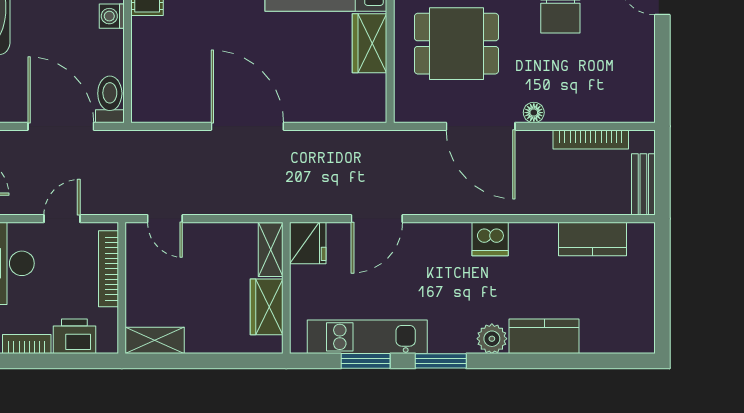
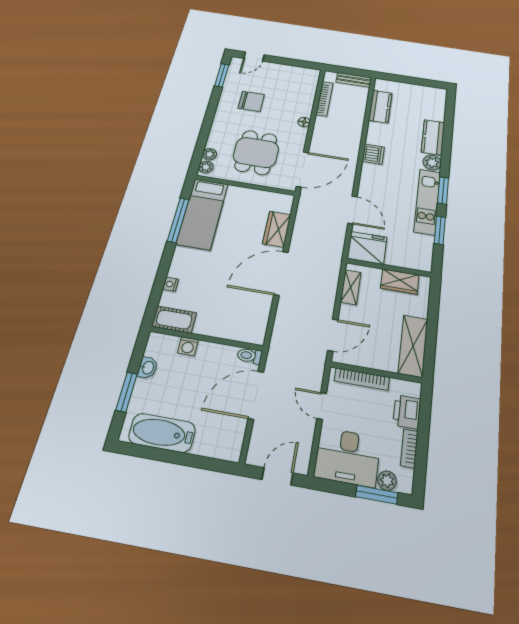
wardrobe: (370, 43) -> (277, 229), moved, turned 90
toilet: (110, 99) -> (250, 356), width x0.73, depth x0.72
door: (481, 126) -> (302, 169), moved
door: (165, 219) -> (333, 335), width x1.38
fridge: (308, 243) -> (367, 248), width x1.36, depth x1.34
shelving: (271, 250) -> (351, 287), moved, turned 90
kitchen unit: (367, 337) -> (427, 202), moved
shelving: (155, 340) -> (413, 346), width x1.50, depth x1.33

